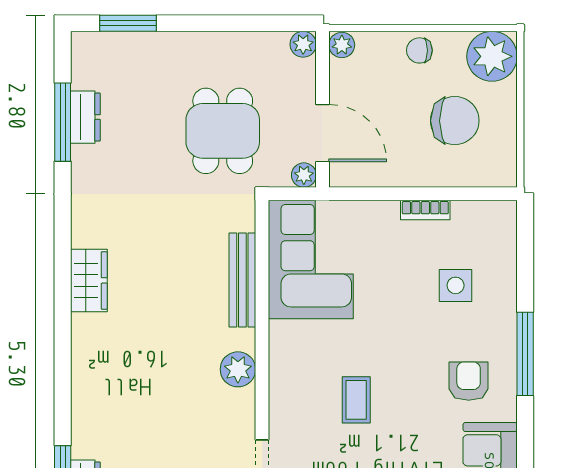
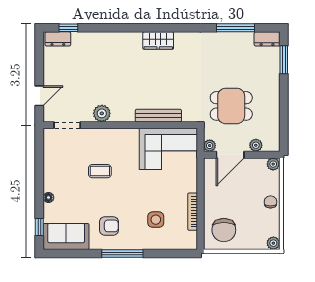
plant: (303, 44) -> (256, 145), moved
plant: (492, 56) -> (273, 243), width x0.53, depth x0.53
dresser: (85, 117) -> (267, 39), moved
chair: (455, 121) -> (224, 230), moved
bookcase: (425, 210) -> (193, 212), width x1.56
plant: (238, 369) -> (102, 113), moved

